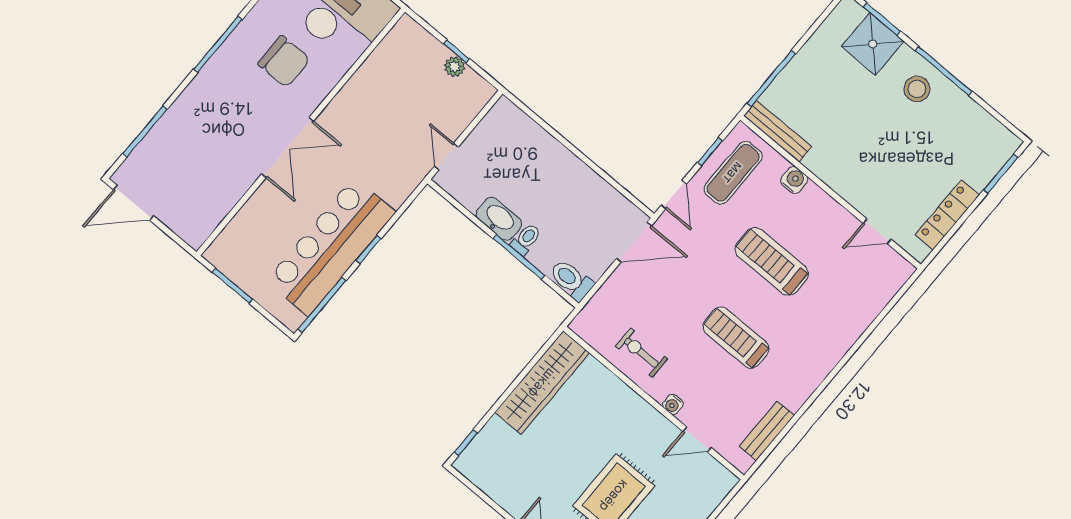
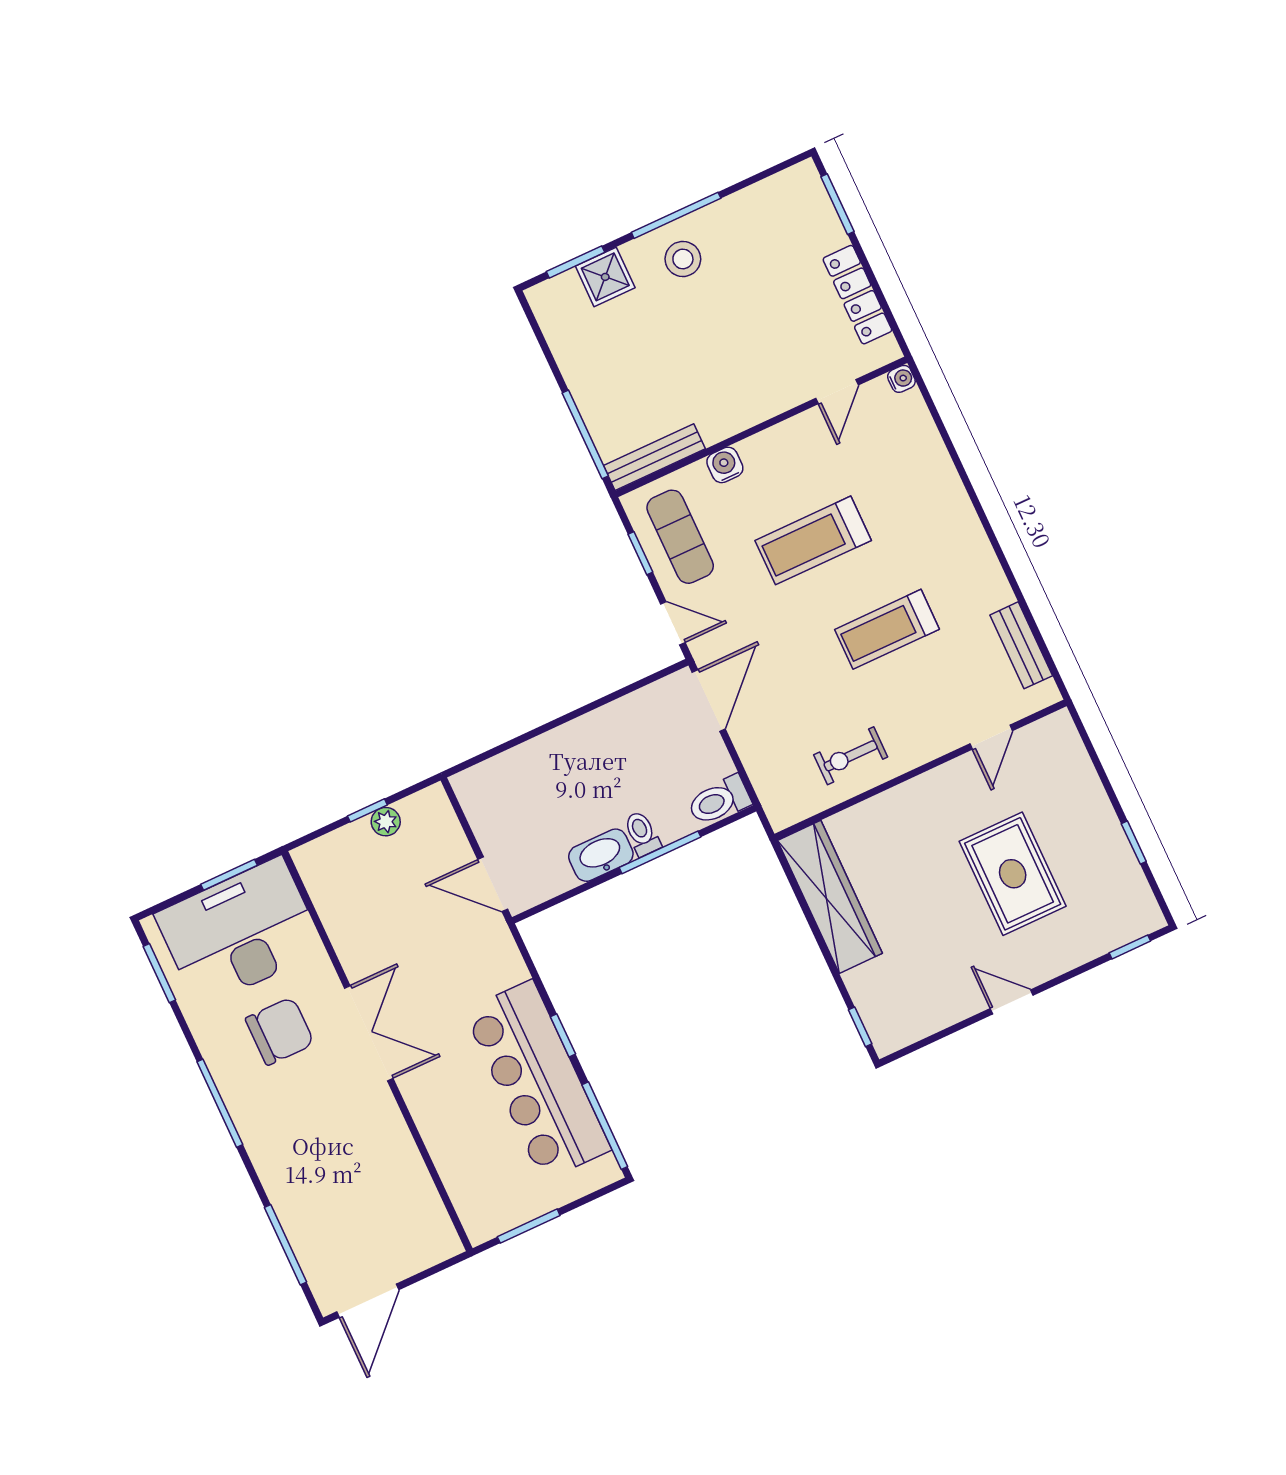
shower: (873, 44) -> (605, 277), width x0.73, depth x0.73
double door: (288, 148) -> (369, 1033), moved
door: (446, 157) -> (493, 884), width x1.38
water cooler: (673, 404) -> (901, 379), moved, turned -90

